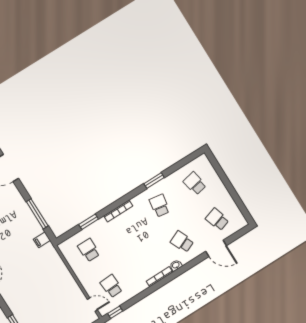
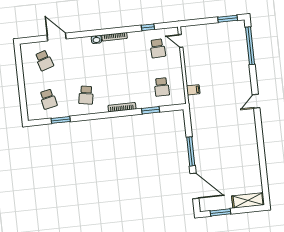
window: (154, 181) -> (61, 120), moved
window: (37, 214) -> (191, 151), moved
filing cabinet: (42, 240) -> (193, 90), moved
school desk: (182, 242) -> (82, 56), removed
window: (115, 312) -> (148, 27), moved

